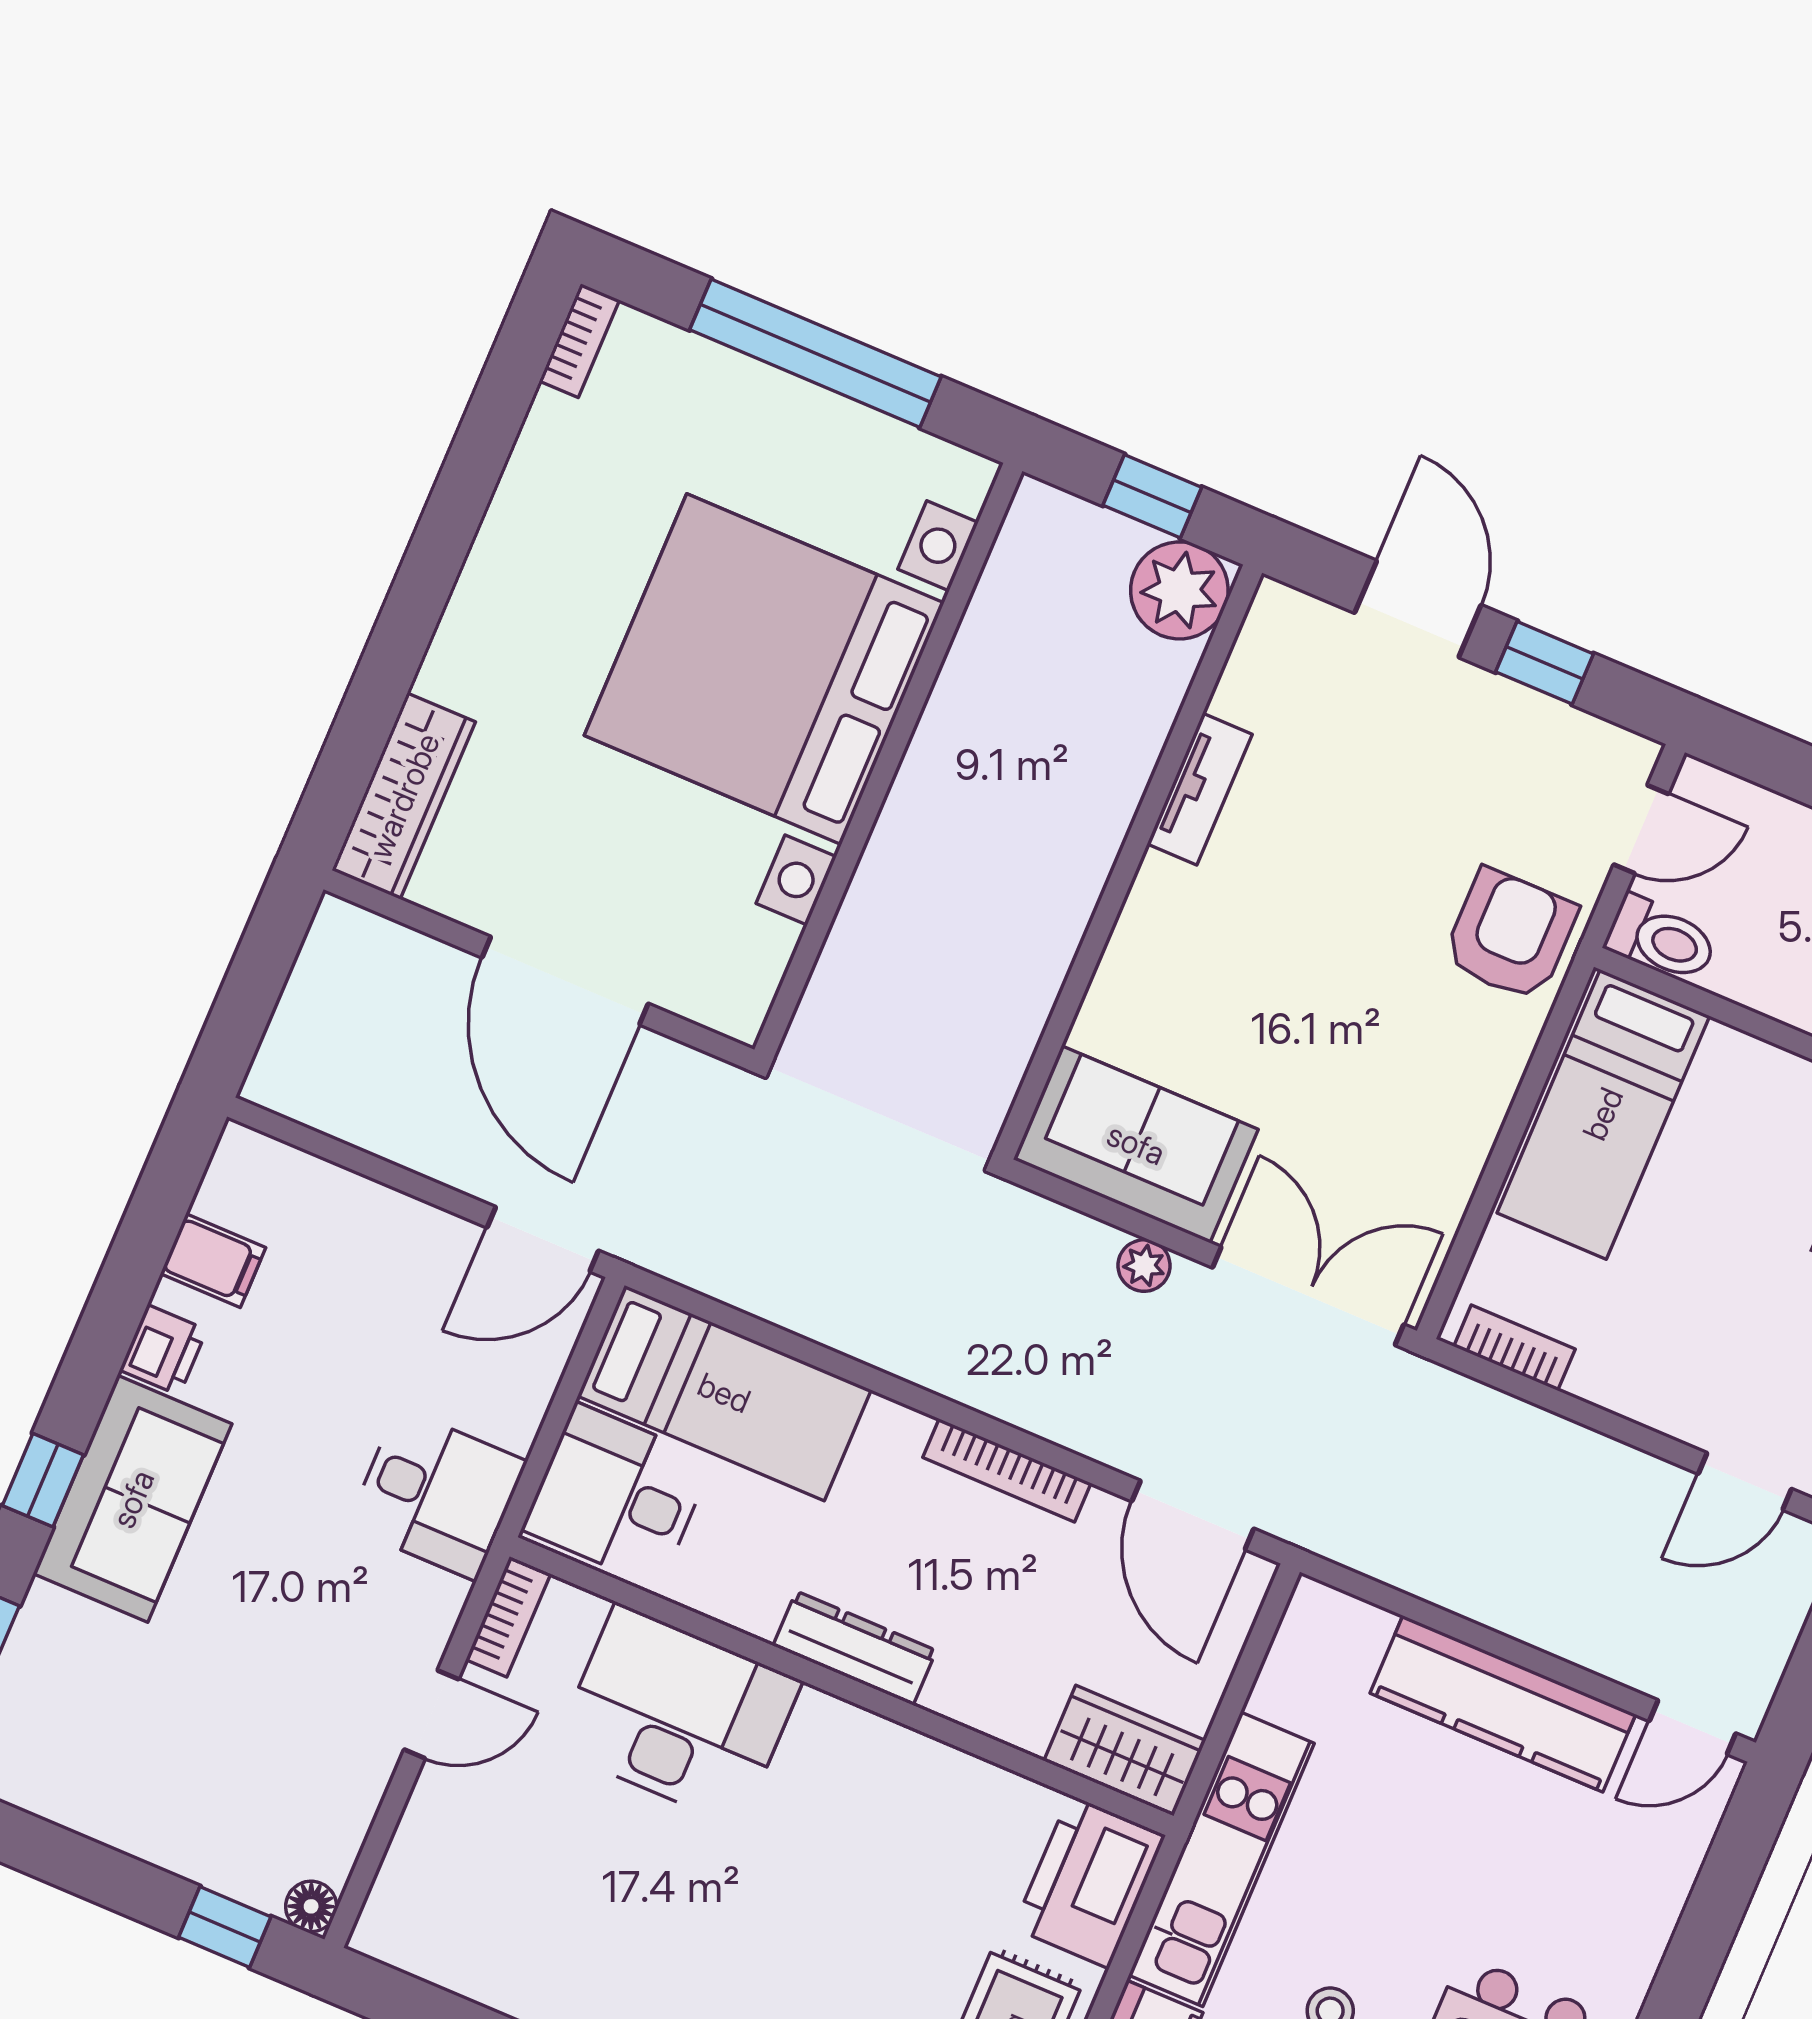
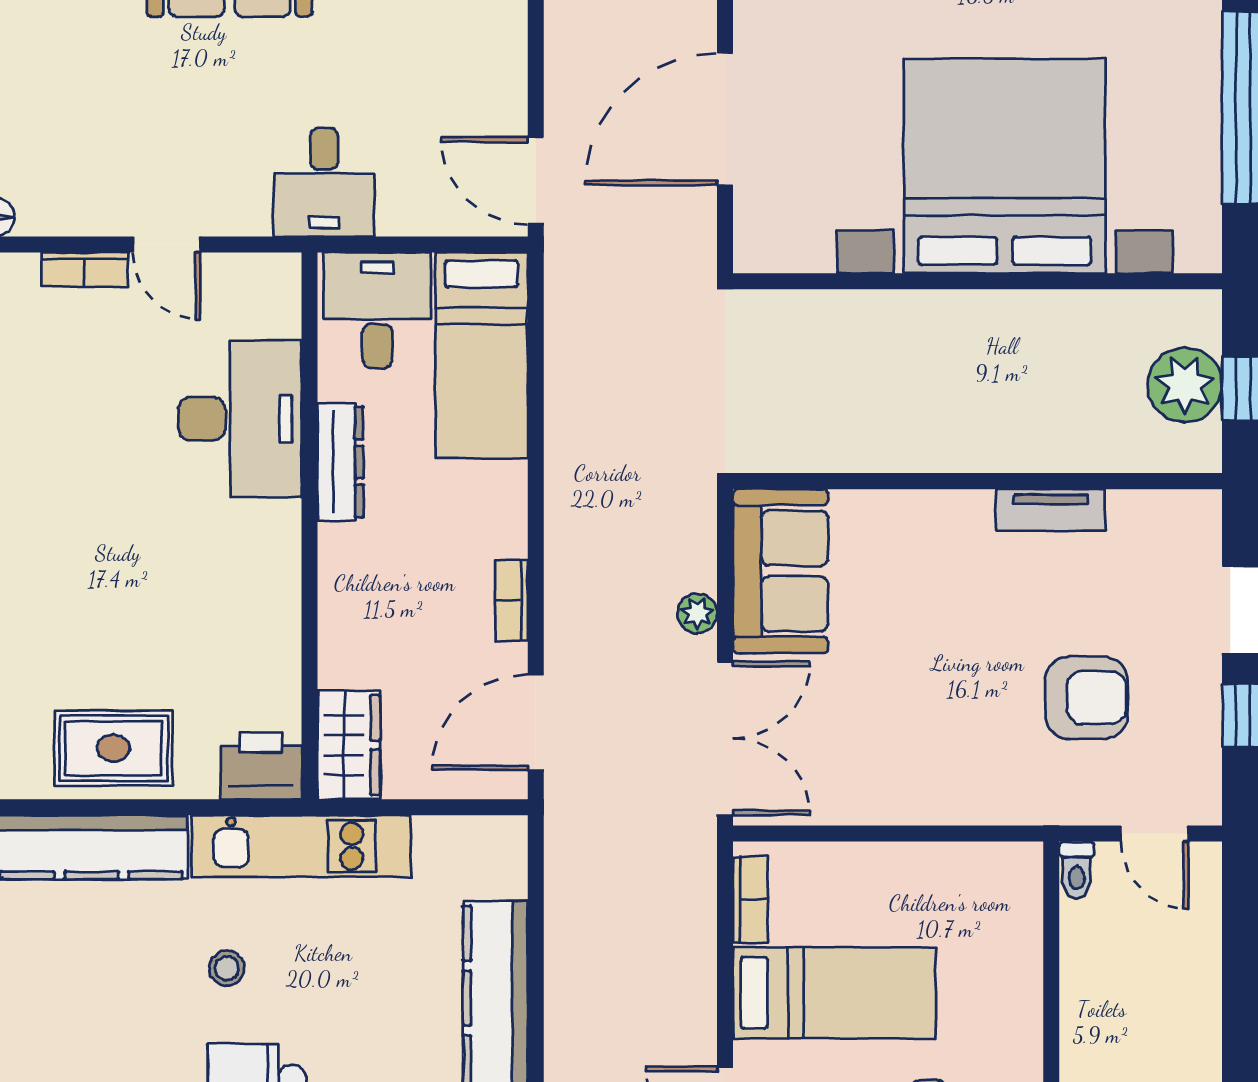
plant: (1179, 590) -> (1185, 385), moved
armchair: (1510, 935) -> (1087, 698), moved
toilet: (1661, 939) -> (1077, 870), width x0.73, depth x0.72
bed: (1603, 1114) -> (834, 993), moved, turned 180
bookcase: (1007, 1470) -> (512, 601), width x0.64
bookcase: (508, 1617) -> (84, 270), moved
dresser: (855, 1648) -> (340, 462), moved
printer: (1089, 1881) -> (261, 766), width x0.73, depth x0.84

